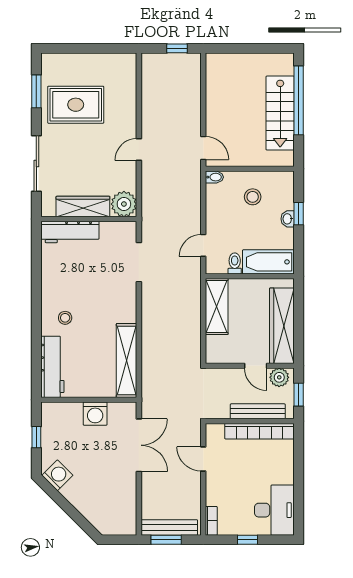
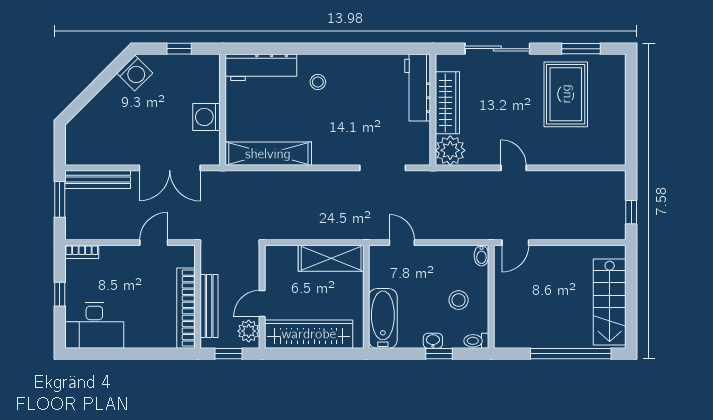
stairs: (280, 113) -> (610, 302), moved, turned -90
toilet: (235, 263) -> (476, 341), moved, turned 180
bench: (169, 527) -> (98, 179), moved, turned 90

